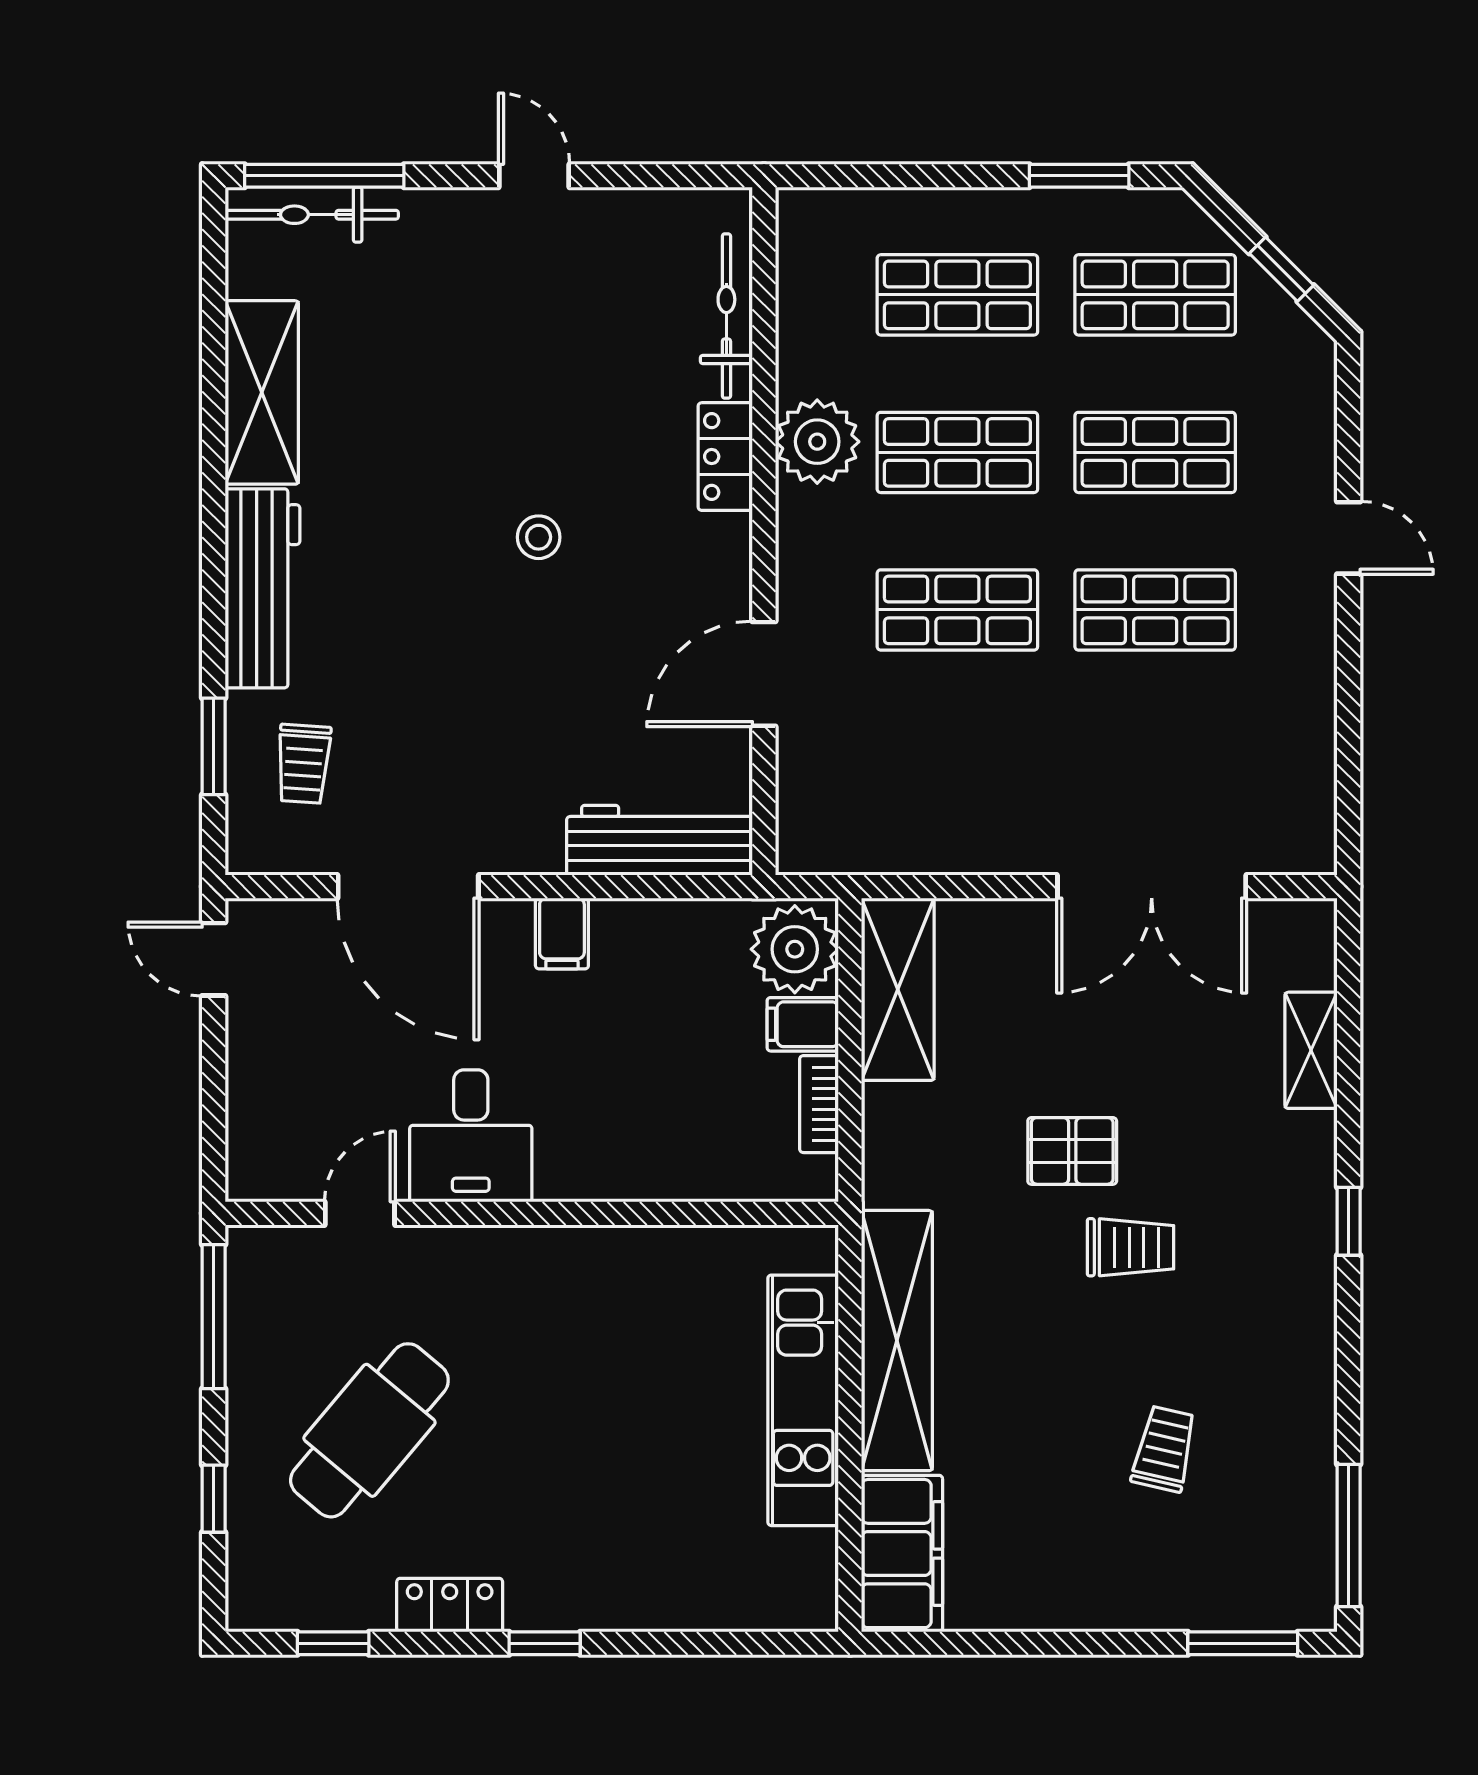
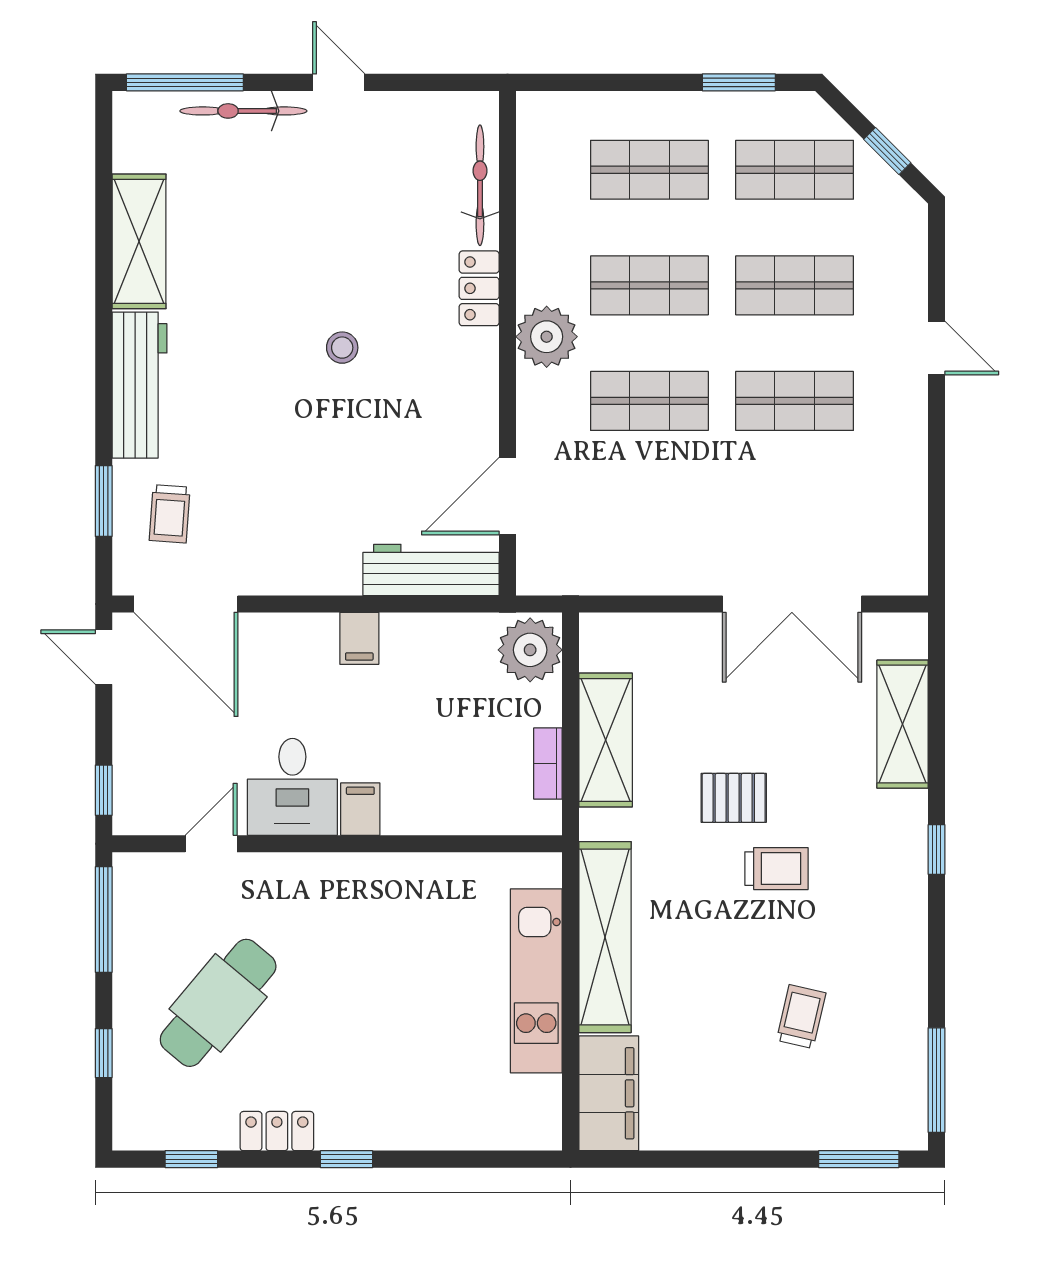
bicycle: (312, 215) -> (243, 111), moved
plant: (817, 442) -> (547, 337), moved
door: (764, 674) -> (507, 496), moved
door: (408, 887) -> (186, 604), moved
shelving: (898, 989) -> (606, 740), moved
filing cabinet: (803, 1024) -> (360, 809), moved, turned 90
shelving: (1311, 1050) -> (903, 724), width x1.50, depth x1.33
window: (214, 1140) -> (104, 790), added

